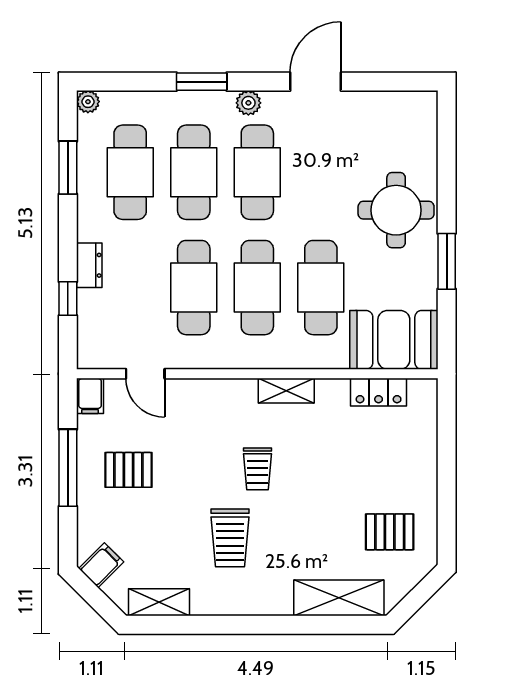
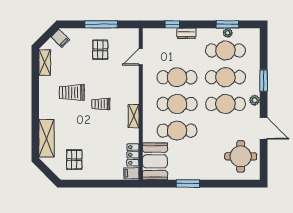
plant: (88, 102) -> (228, 33), moved
round table: (396, 210) -> (241, 156), moved
filing cabinet: (90, 396) -> (131, 173), moved

